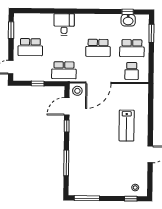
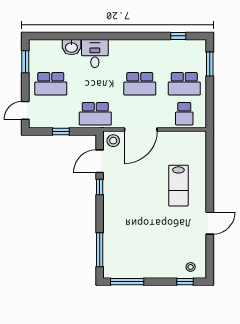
washbasin: (128, 20) -> (71, 47), moved
window: (66, 163) -> (100, 250), moved

